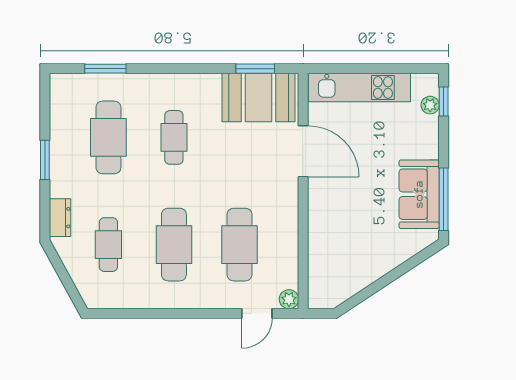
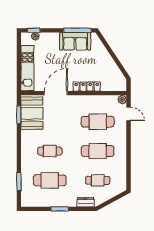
locker: (318, 220) -> (87, 87), added

